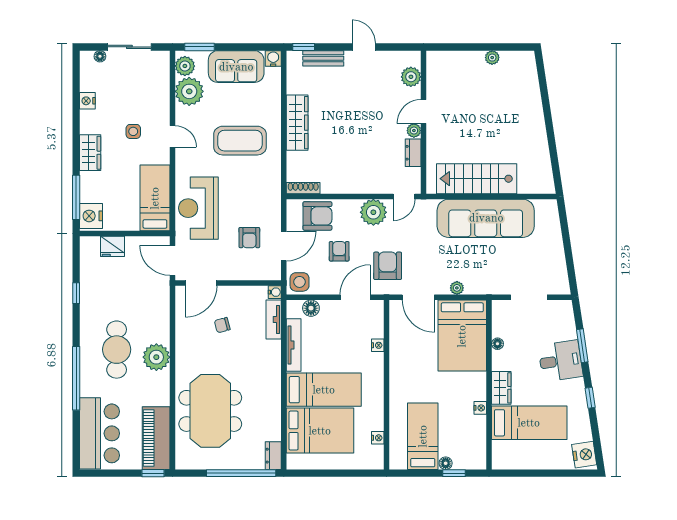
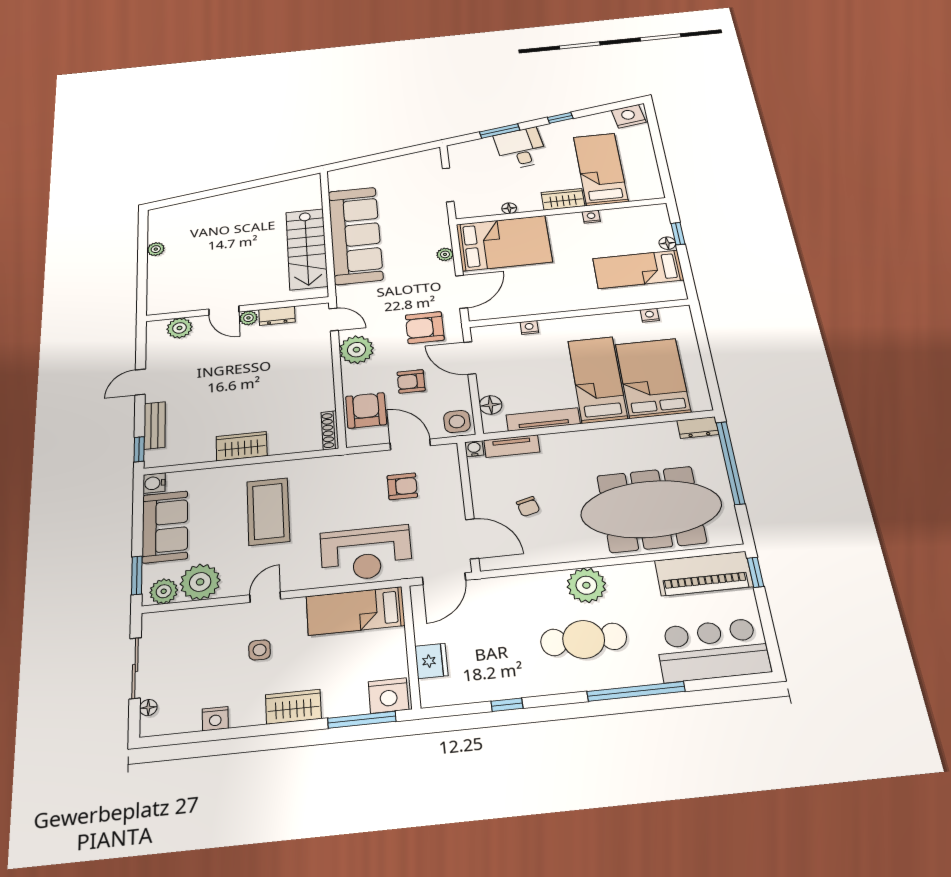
wardrobe: (297, 123) -> (242, 446), width x0.67
meeting table: (210, 411) -> (651, 509), width x1.36

